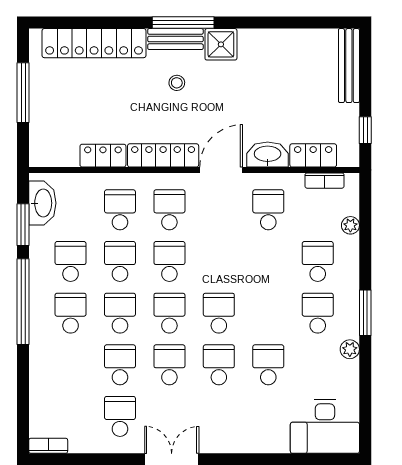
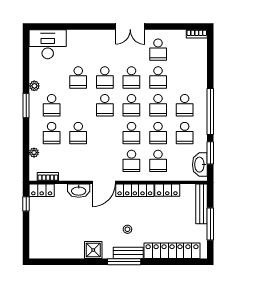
shower: (221, 44) -> (93, 250), moved
bench: (349, 66) -> (201, 204), moved
locker: (313, 155) -> (42, 190), moved
school desk: (268, 210) -> (78, 133), moved

